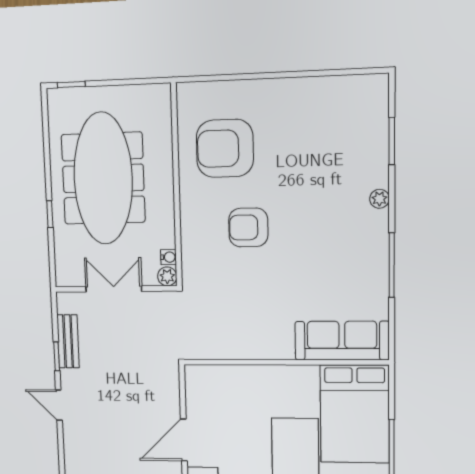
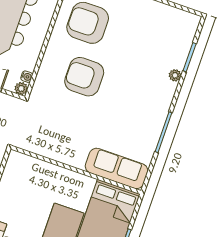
plant: (379, 199) -> (175, 75), moved
armchair: (248, 227) -> (84, 77), width x1.36, depth x1.36

